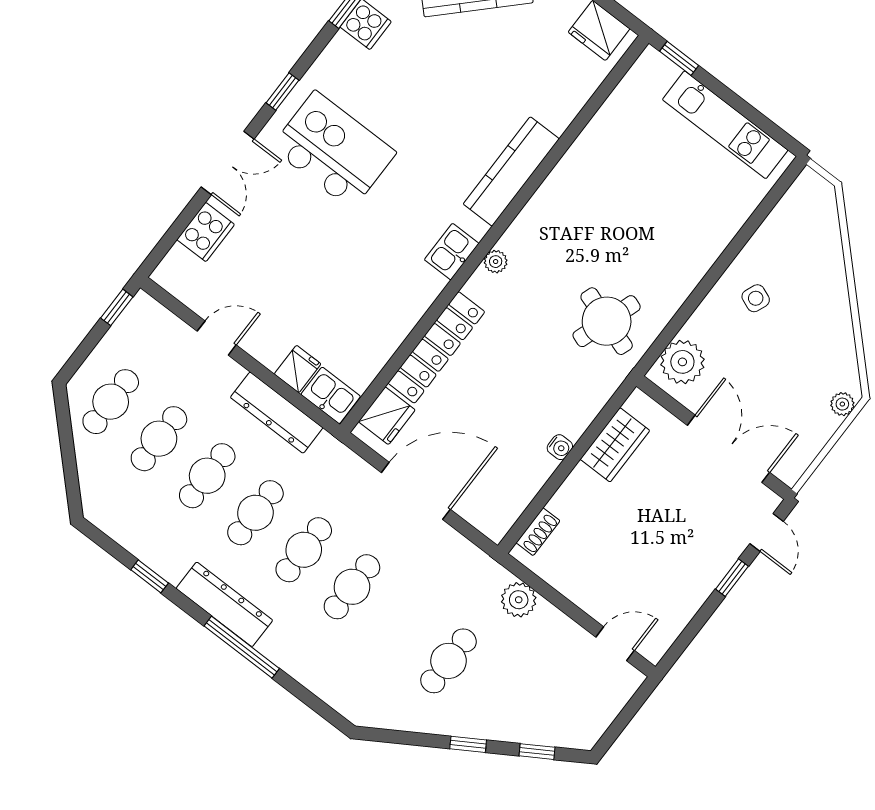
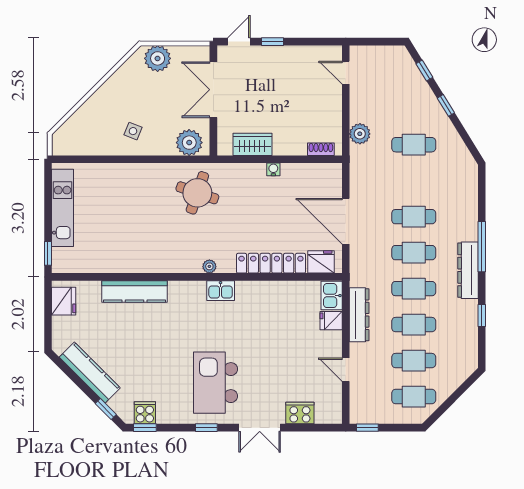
double door: (228, 163) -> (260, 428), swing flipped
kitchen counter: (511, 171) -> (135, 291), moved
plant: (842, 404) -> (158, 58), width x1.88, depth x1.88

